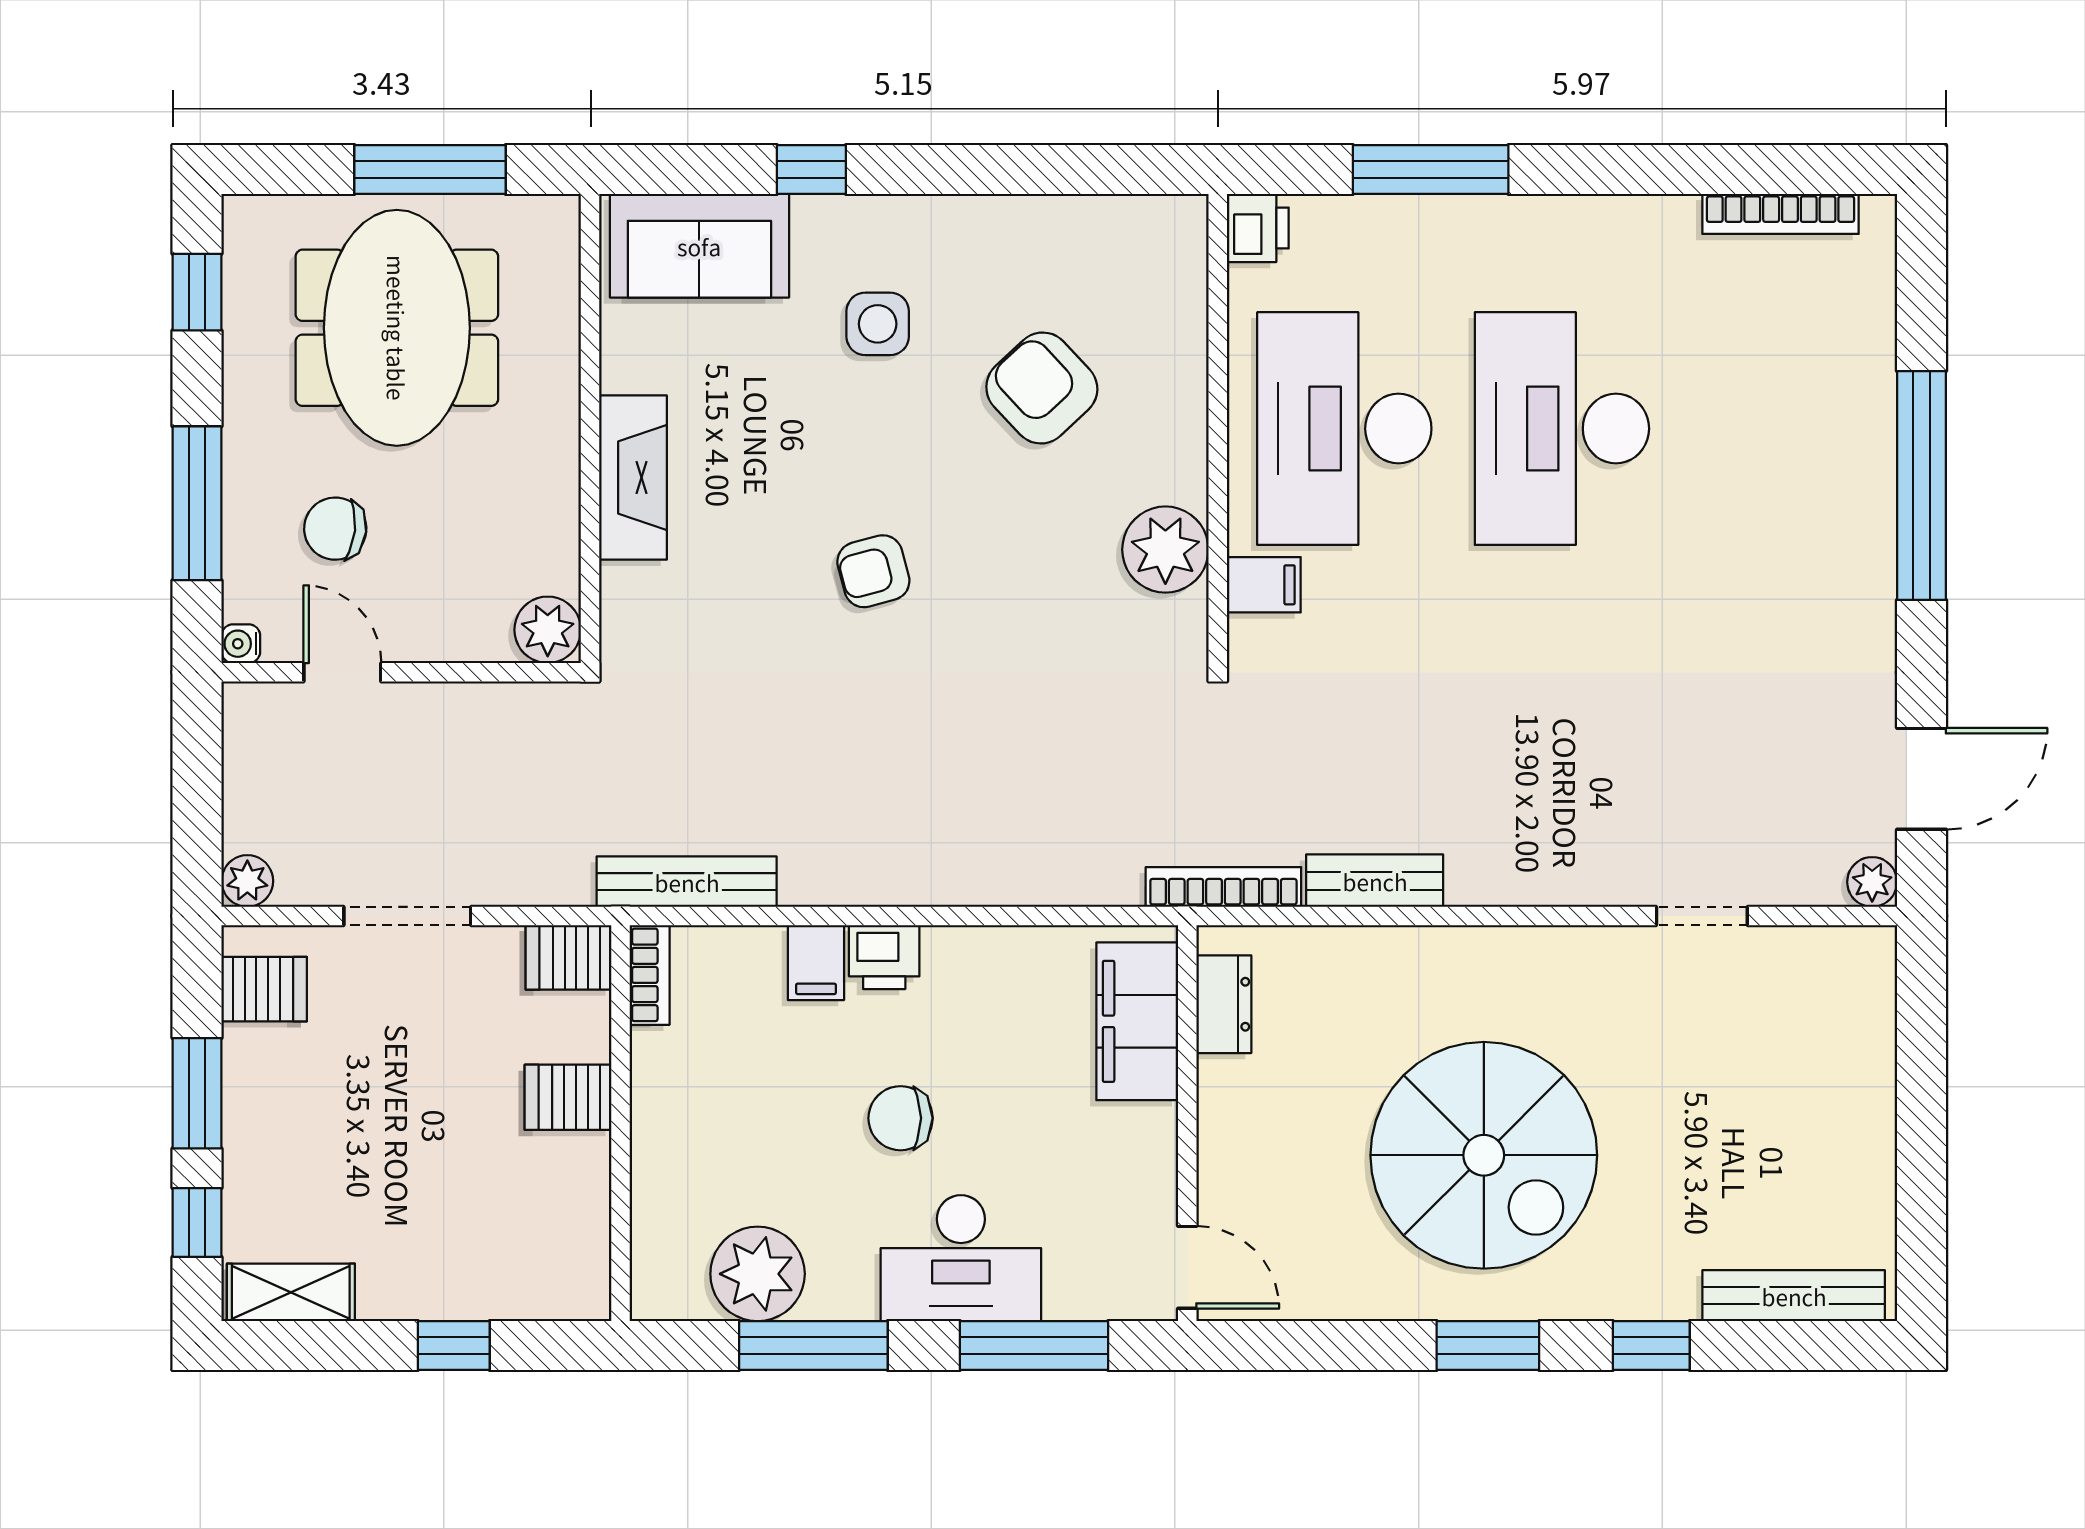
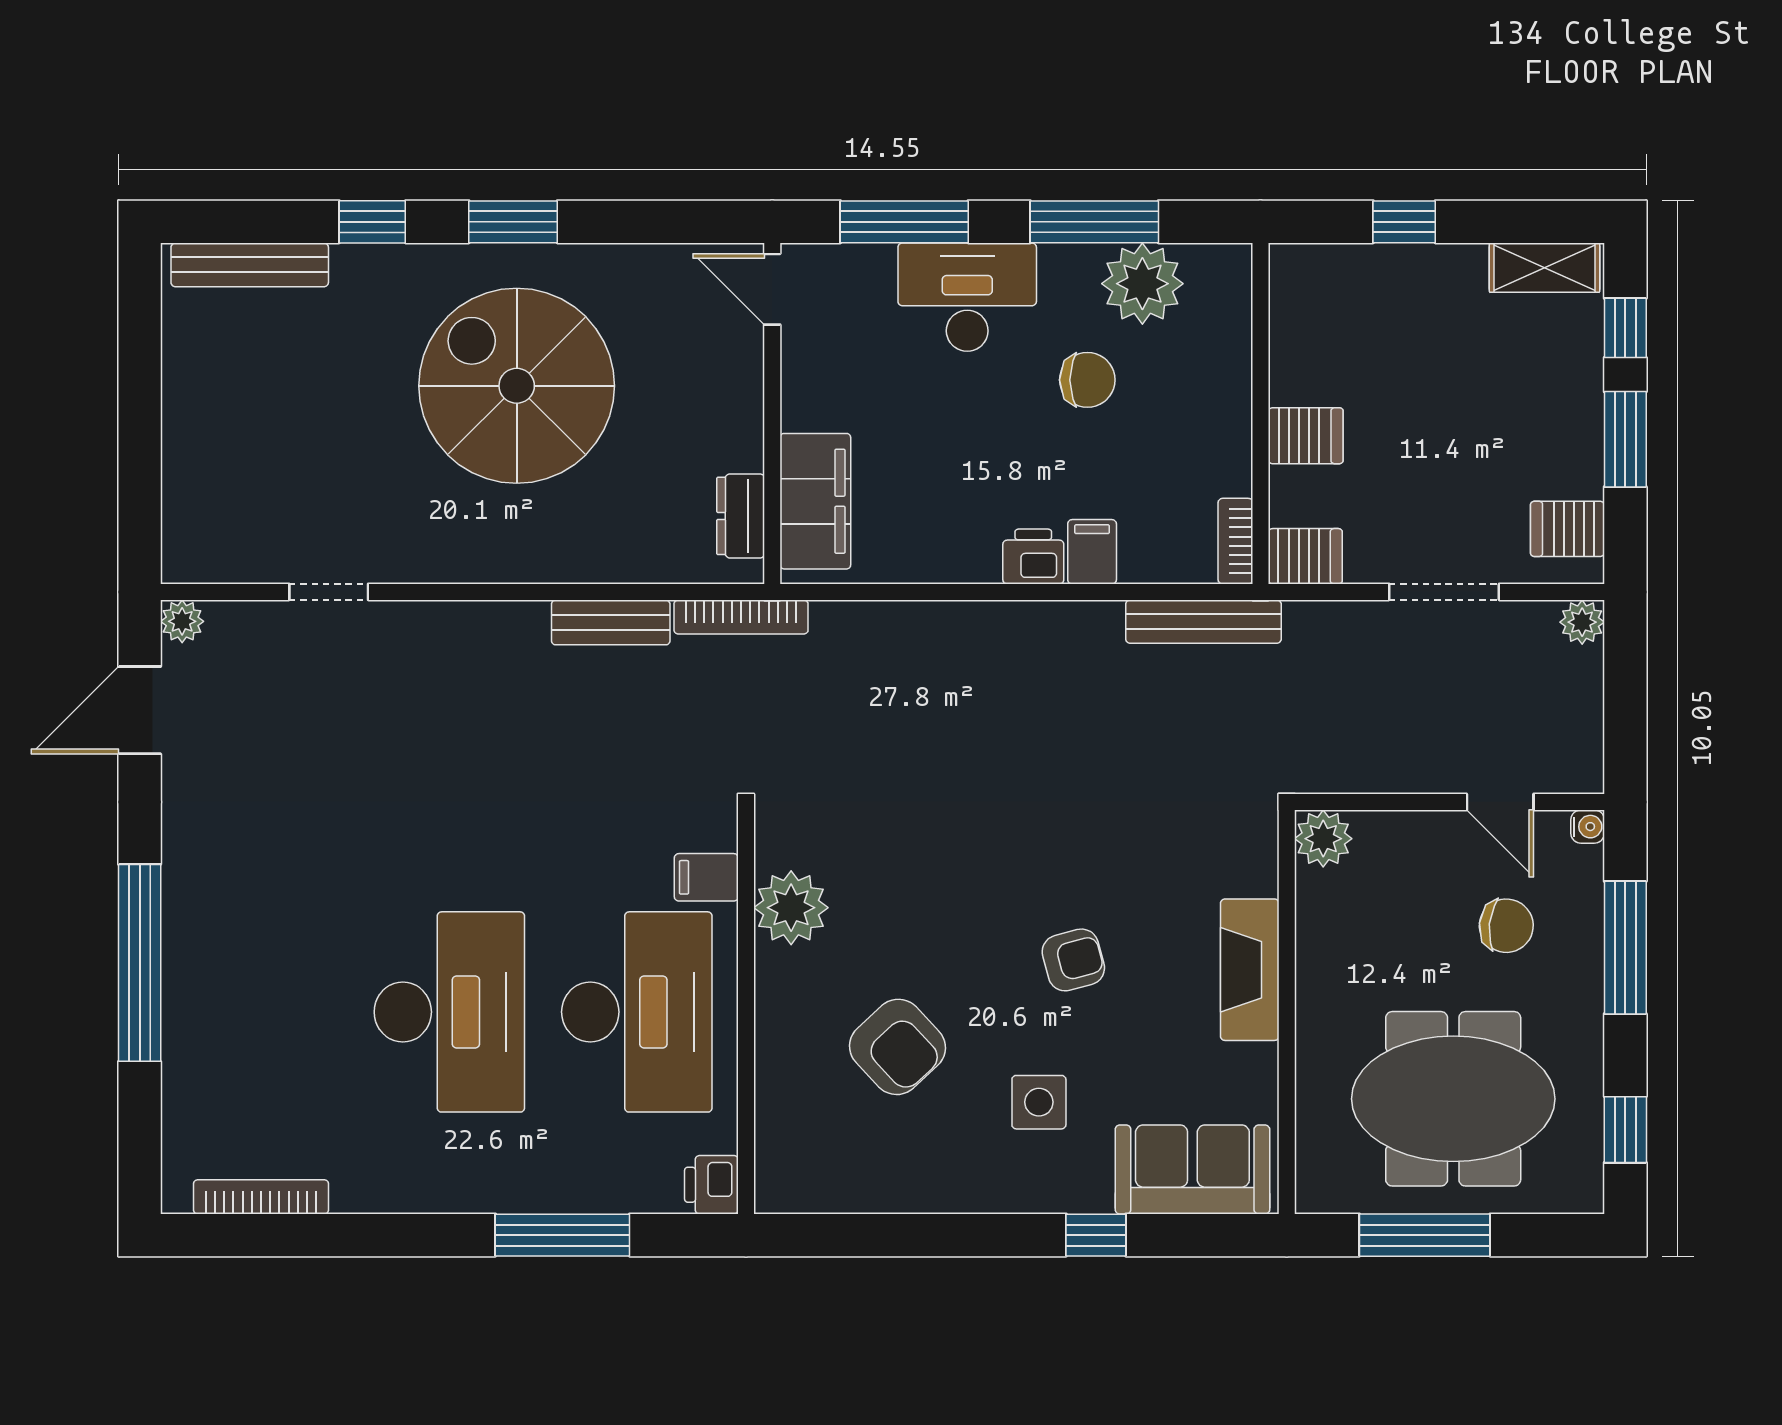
meeting table: (397, 328) -> (1453, 1099), turned 90
armchair: (873, 571) -> (1073, 960), moved
chair: (901, 1118) -> (1087, 380), moved

